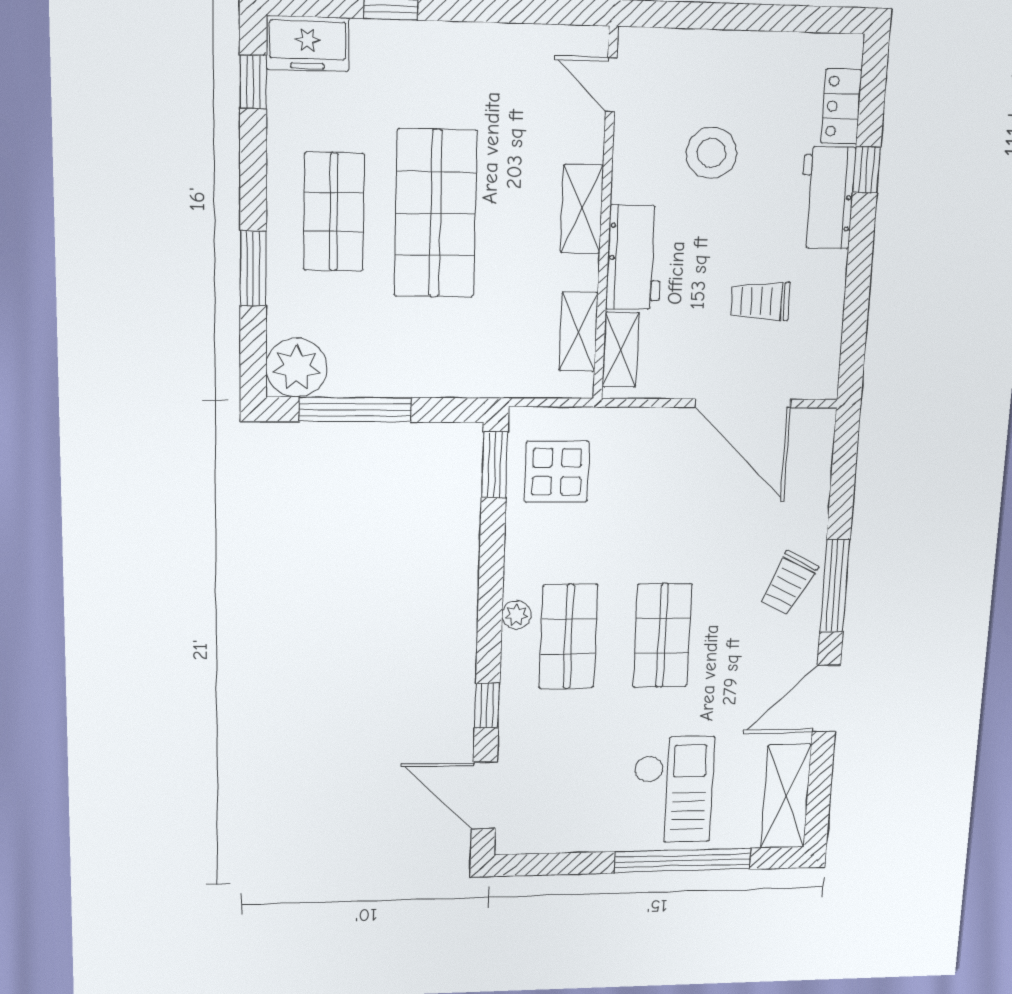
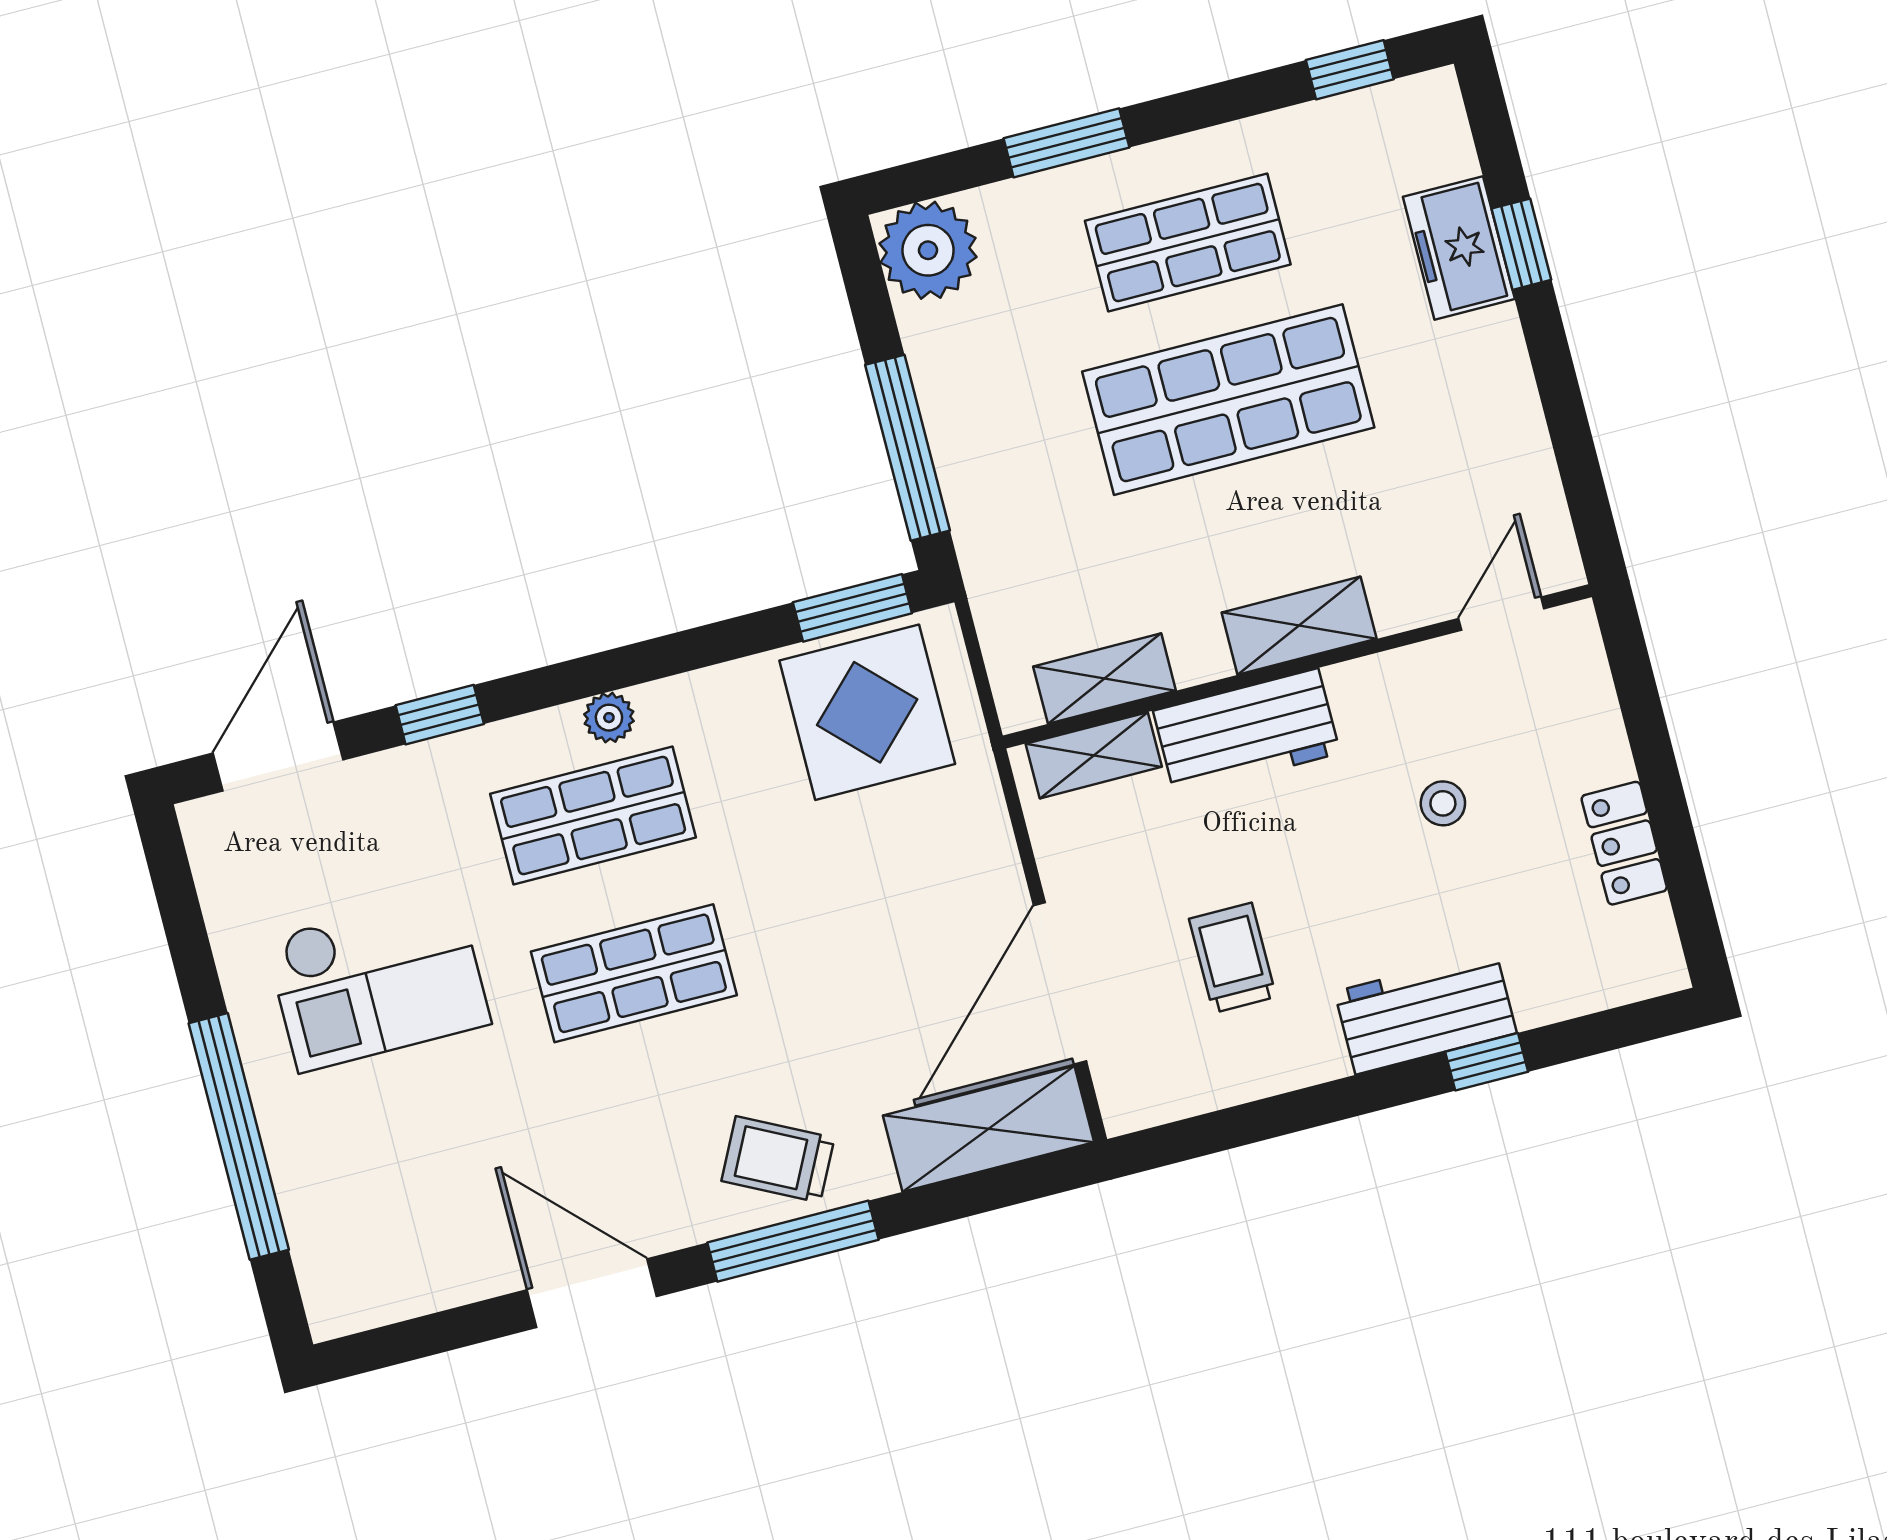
freezer: (308, 44) -> (1459, 248), moved
locker: (841, 106) -> (1624, 843), moved, turned -90
stool: (711, 153) -> (1443, 803), width x0.53, depth x0.53
window: (356, 410) -> (908, 448), moved
display table: (557, 472) -> (867, 712), width x1.36, depth x1.36
checkout: (673, 790) -> (378, 981), moved
shelving: (786, 796) -> (989, 1129), moved

